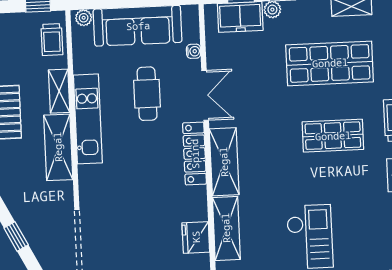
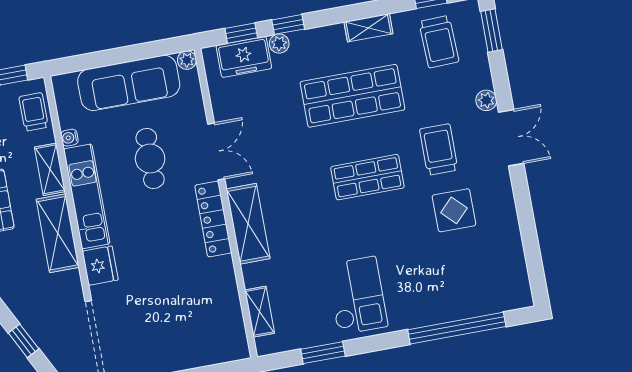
plant: (84, 18) -> (187, 60), moved
trolley: (52, 40) -> (34, 112), turned 180
water cooler: (194, 51) -> (69, 138), moved, turned 180
shelving: (226, 228) -> (260, 312), width x0.67, depth x0.75
fridge: (196, 237) -> (100, 266), moved, turned 180

